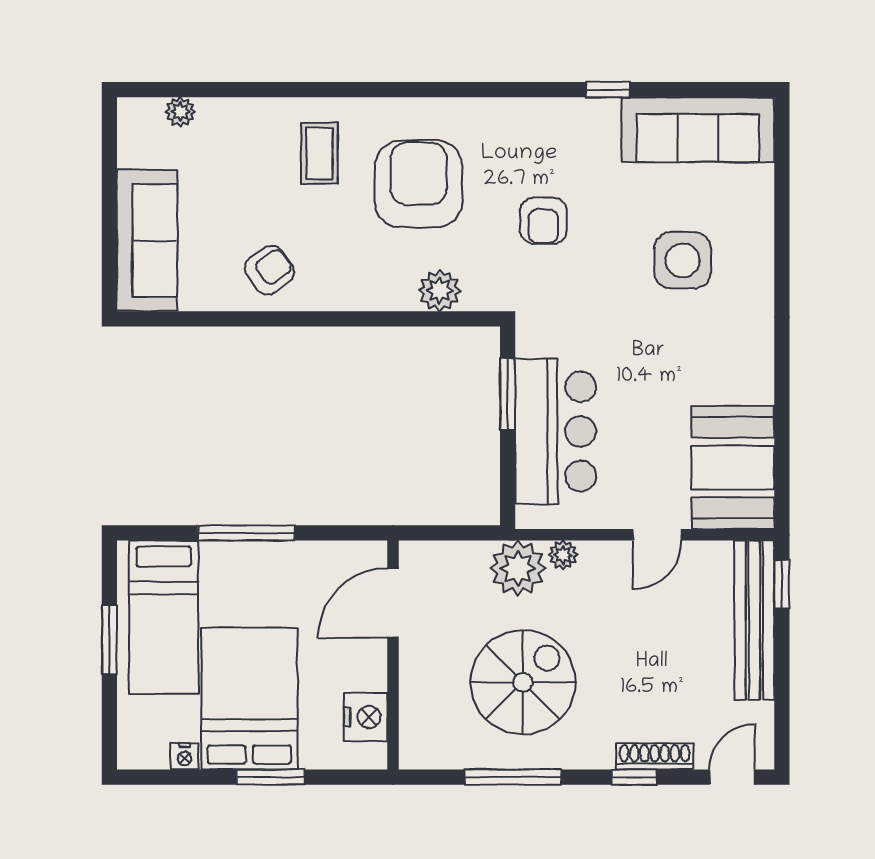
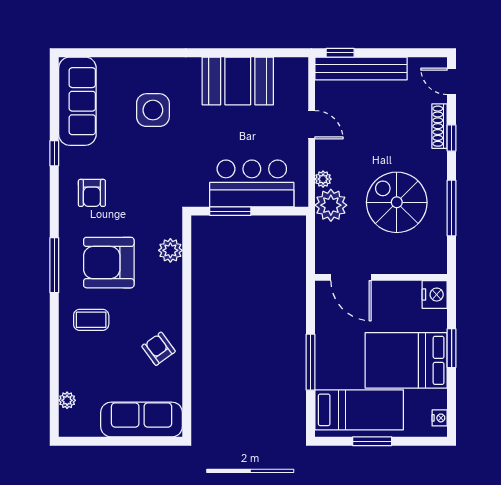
window: (414, 90) -> (54, 265), added
armchair: (543, 221) -> (92, 193), moved, turned 90
booth: (733, 468) -> (238, 81), moved
nightstand: (366, 717) -> (435, 295), moved, turned 90
nightstand: (185, 757) -> (440, 418), moved

